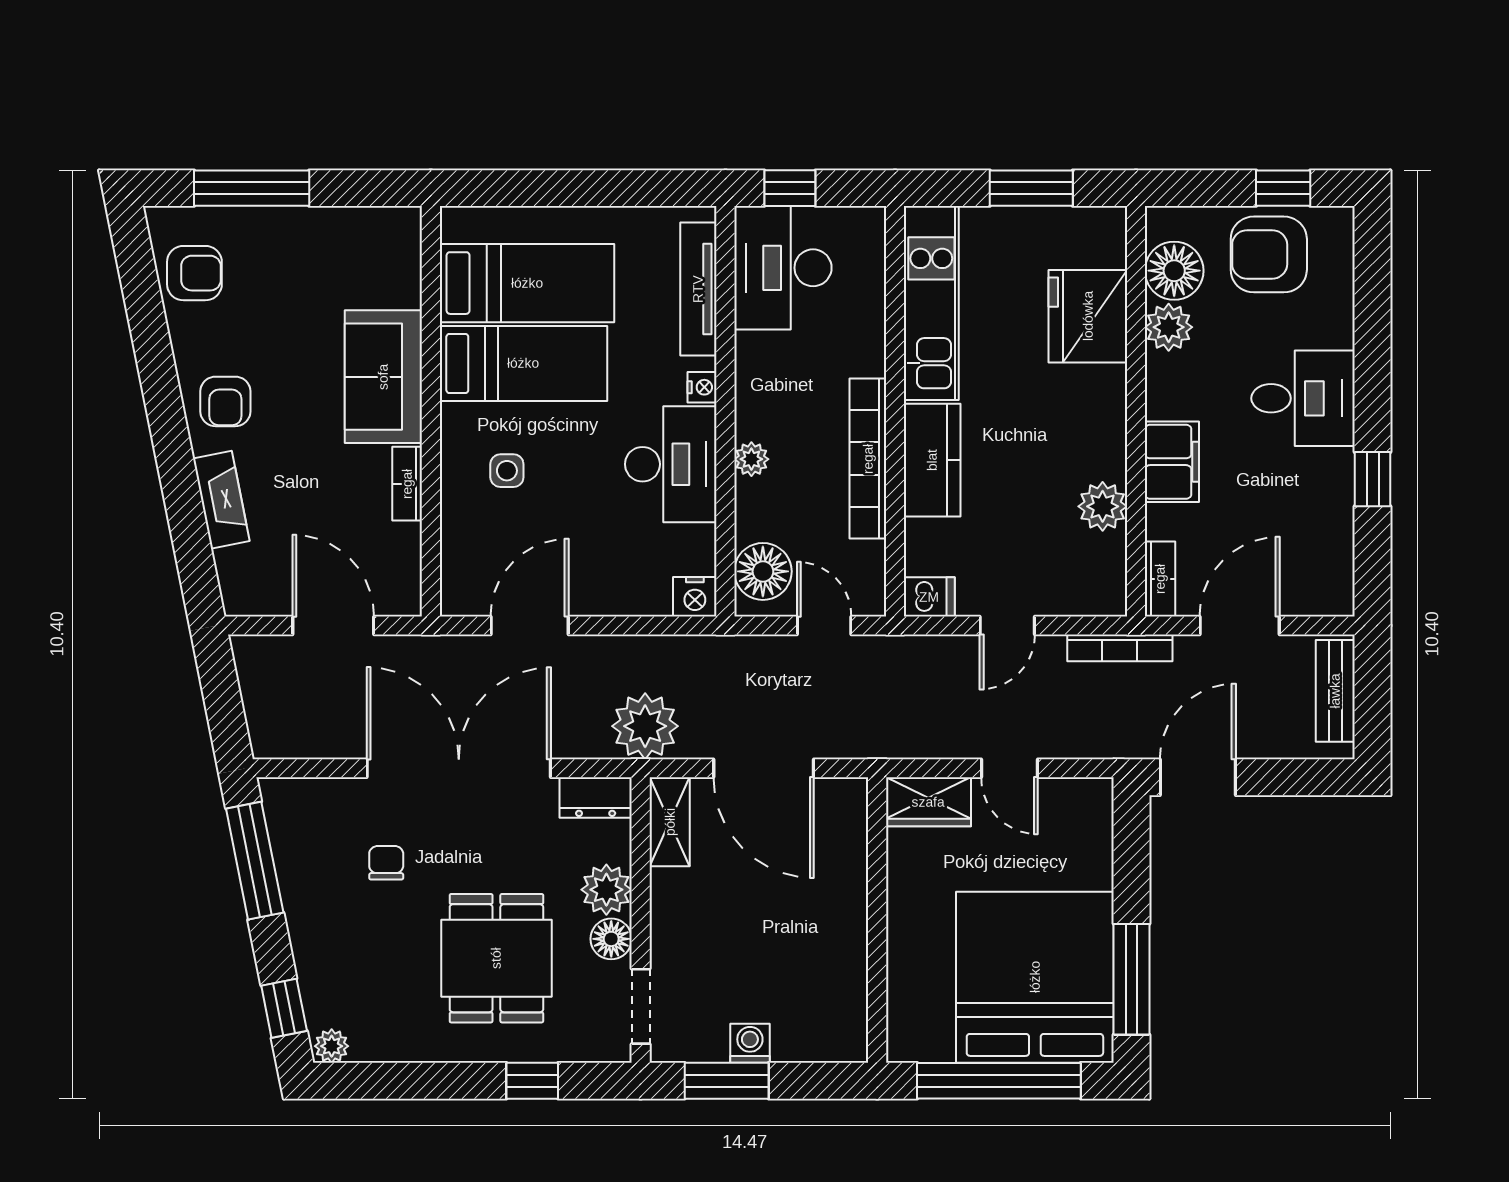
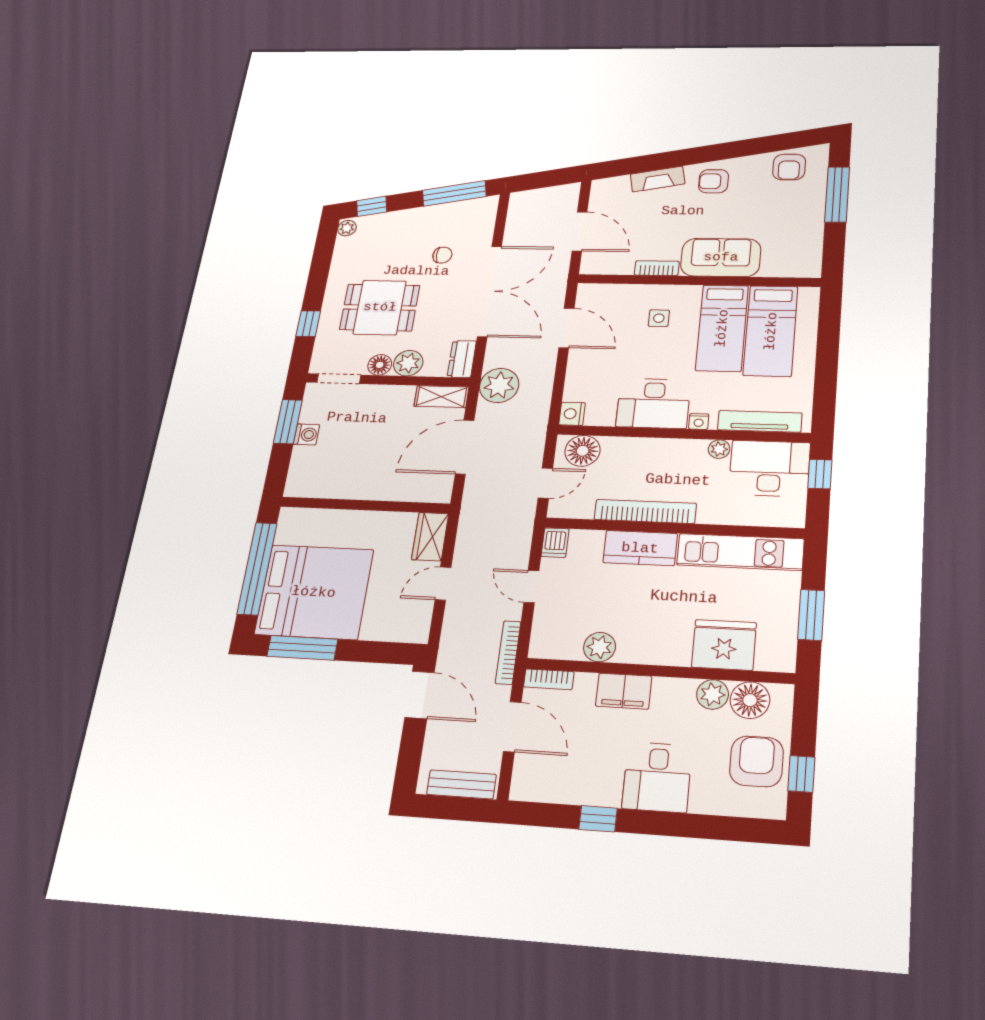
plant: (751, 459) -> (719, 449), moved
door: (333, 626) -> (580, 231), hinge flipped

